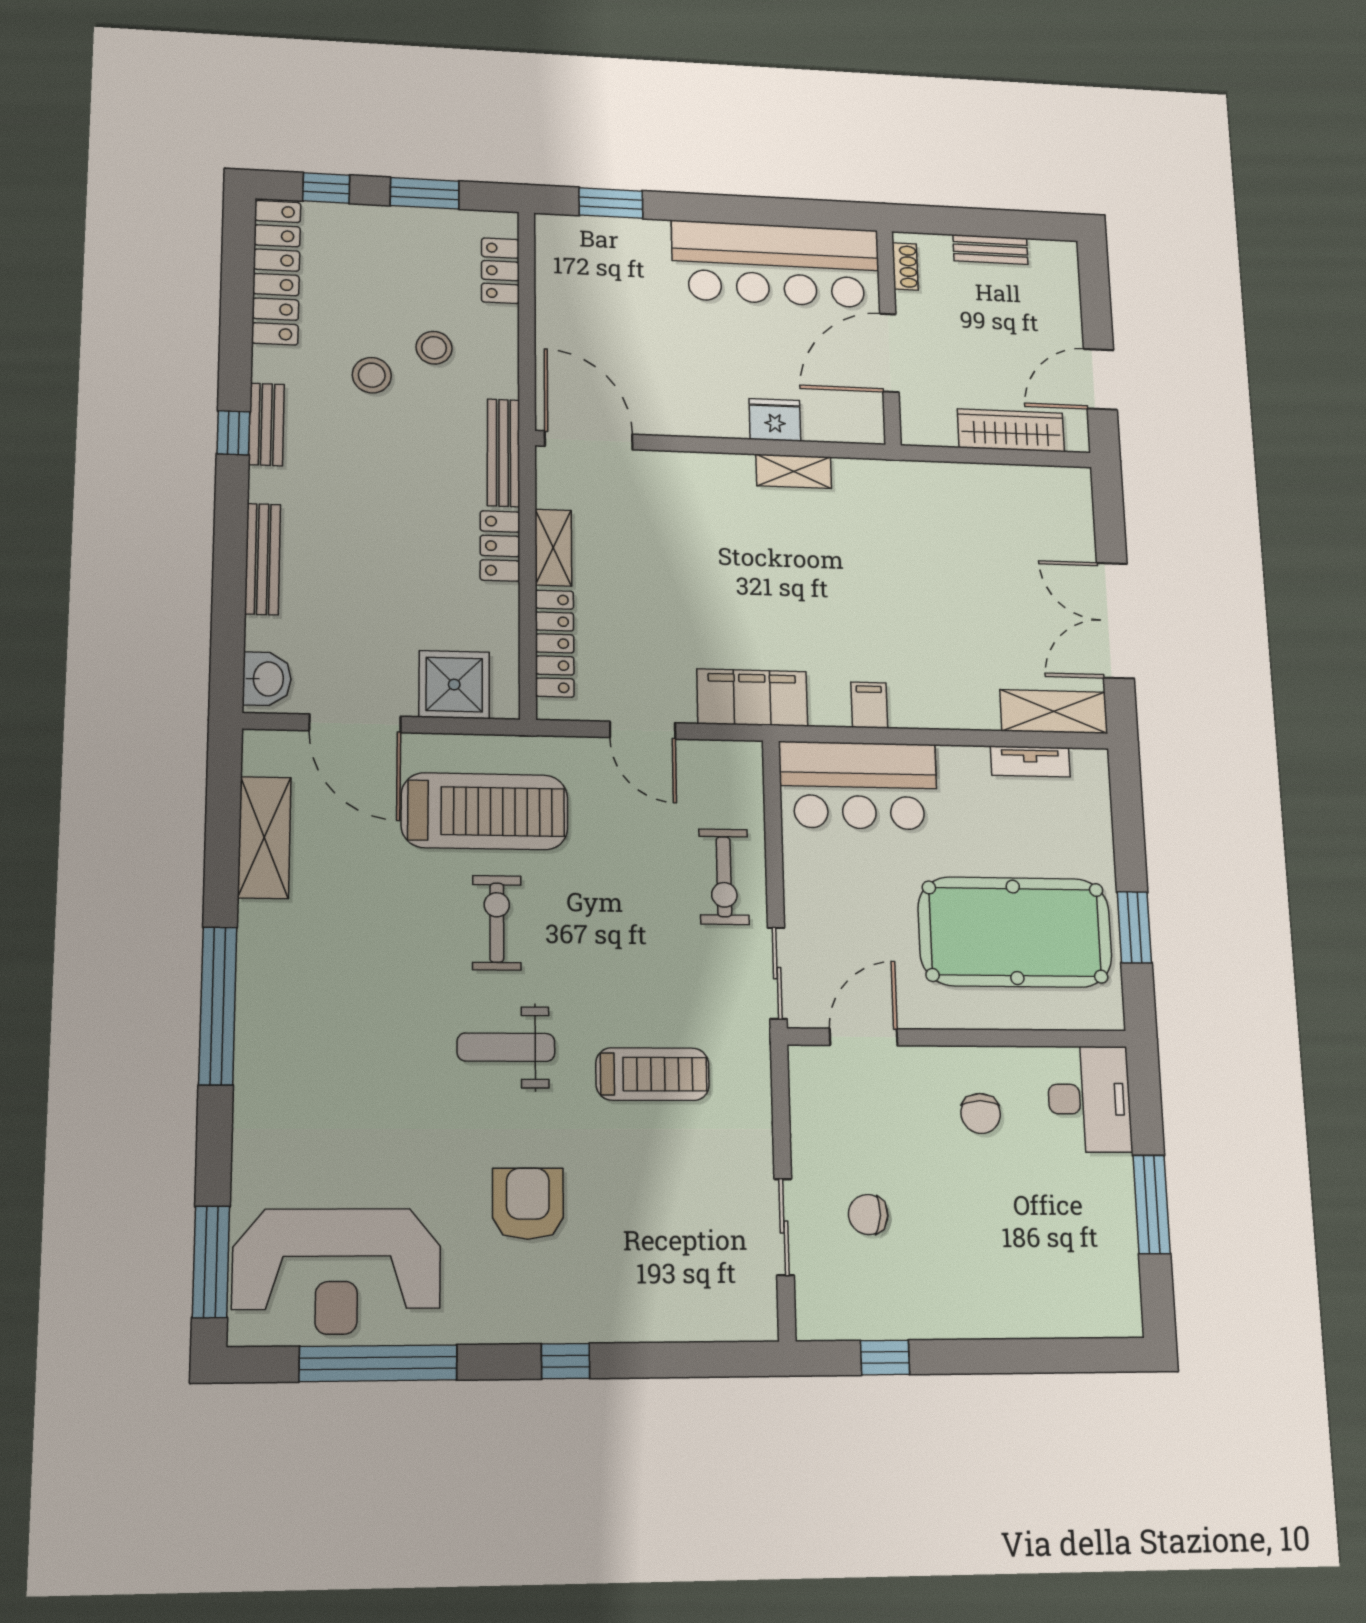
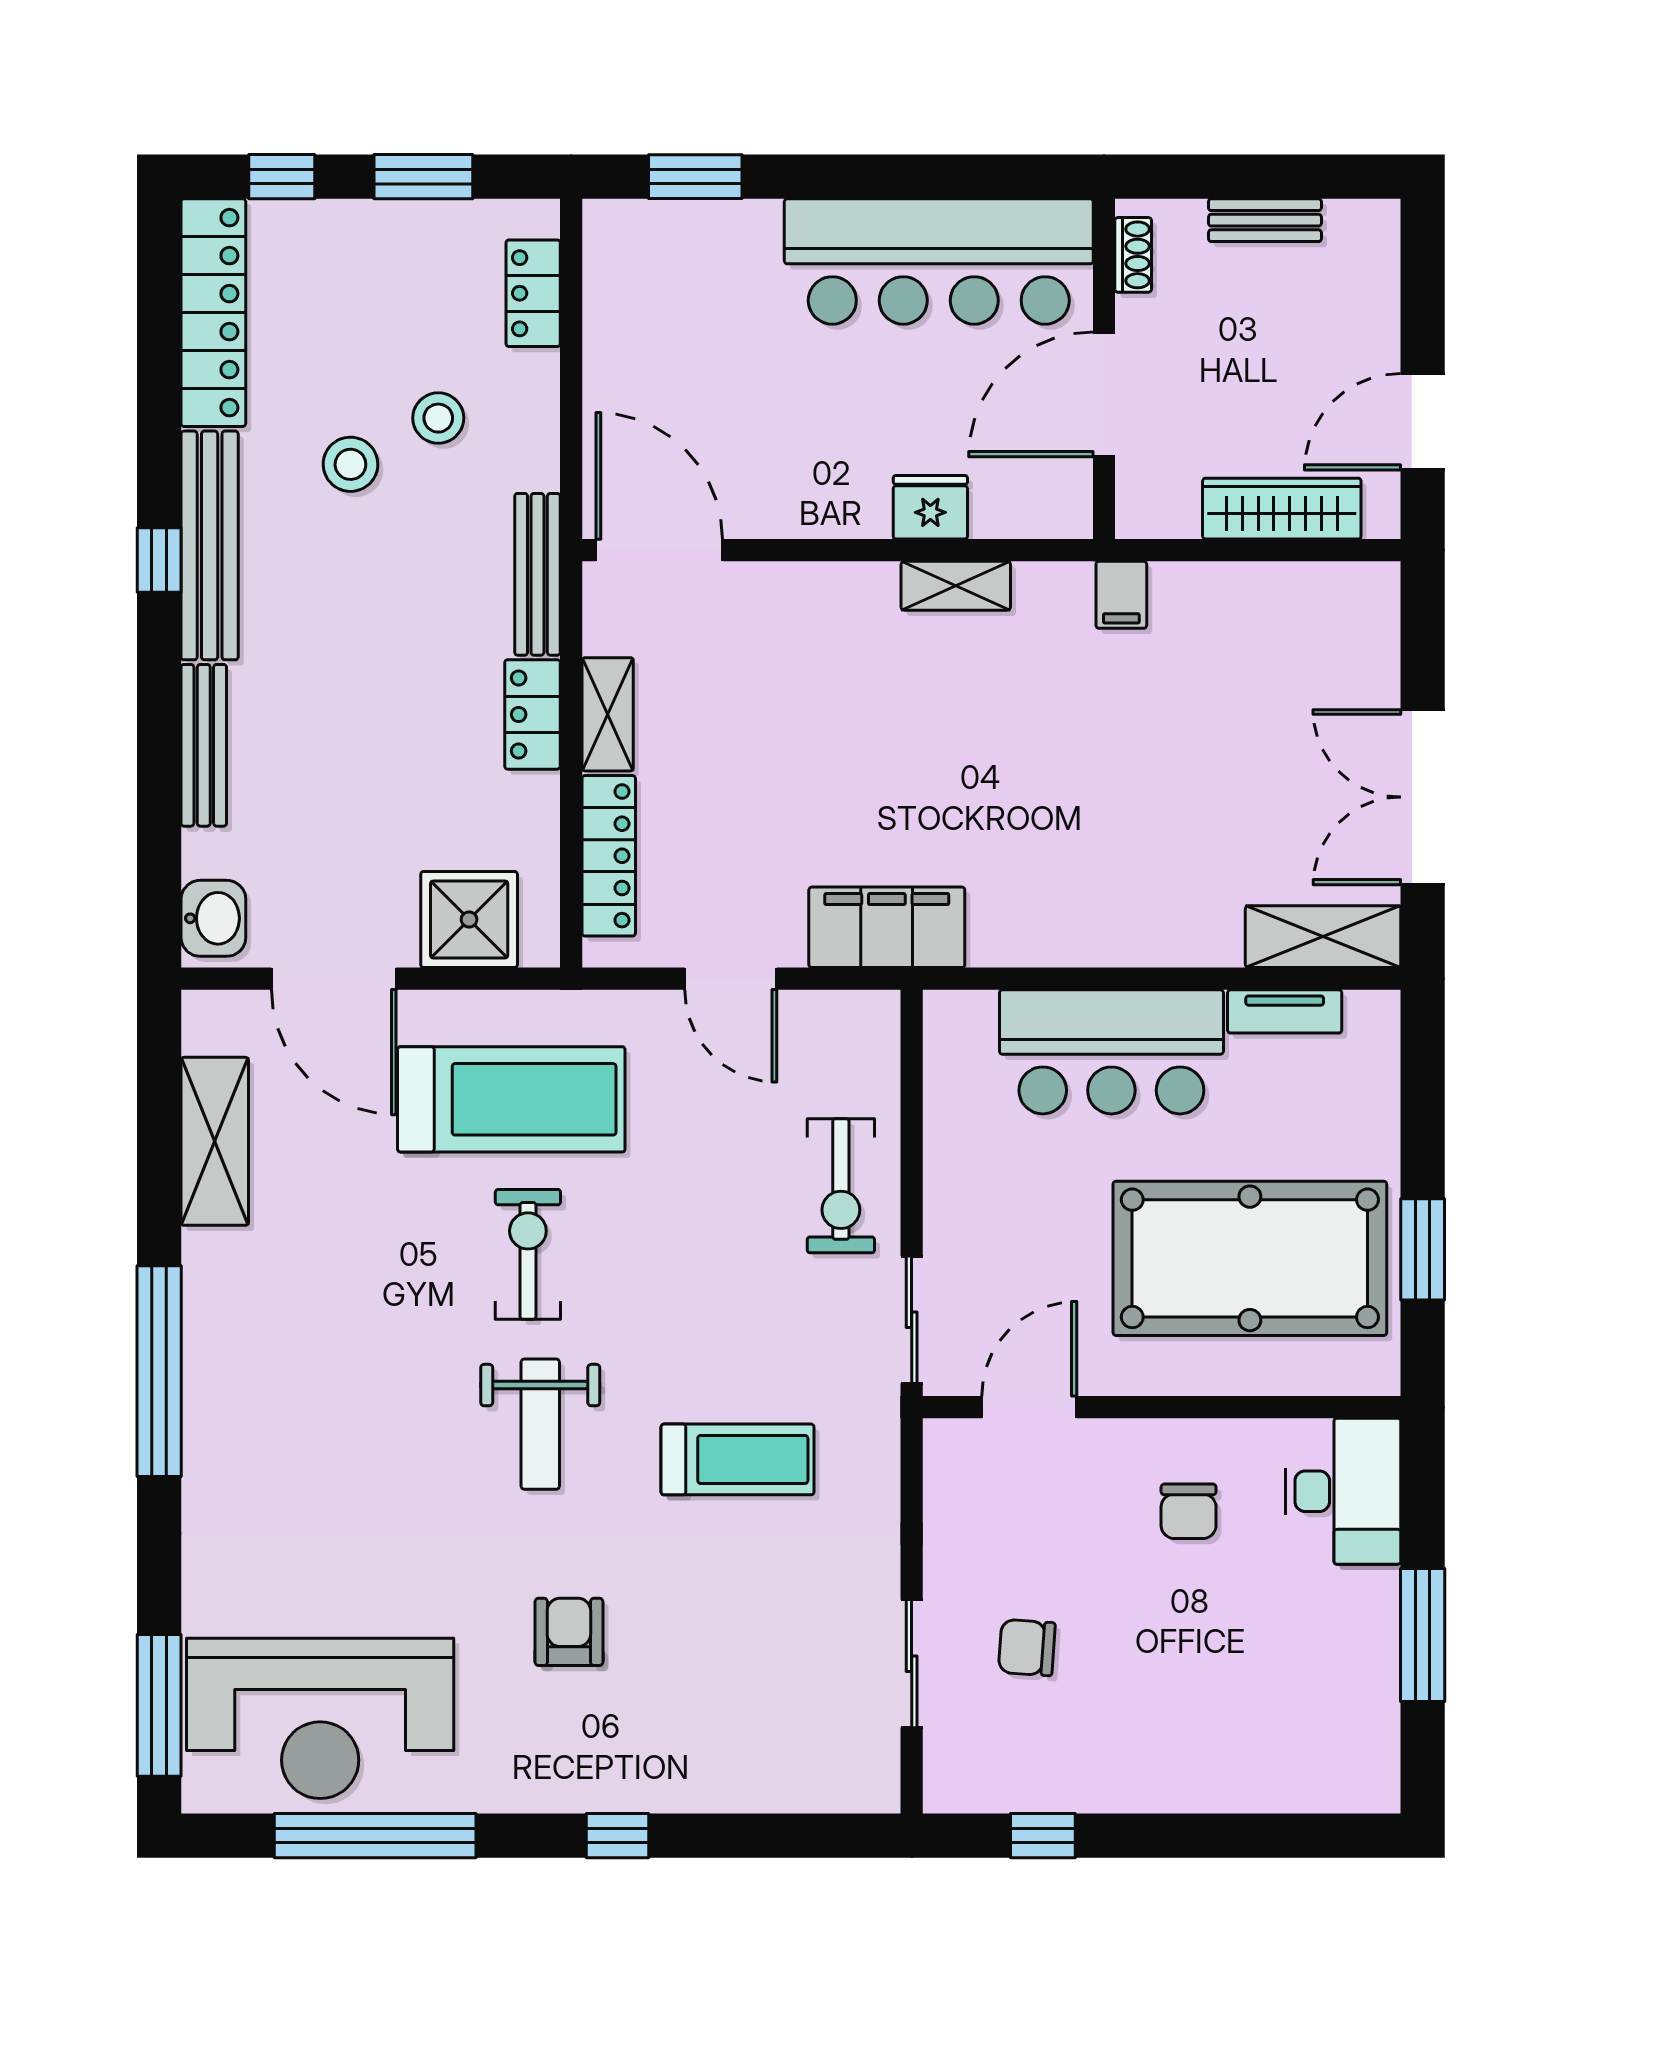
bench: (266, 424) -> (210, 545), width x1.86, depth x1.21
filing cabinet: (869, 705) -> (1121, 595), moved, turned 180
bar counter: (858, 785) -> (1111, 1052), moved
weight bench: (506, 1047) -> (540, 1424), turned -90
armchair: (528, 1204) -> (569, 1632), width x0.72, depth x0.72

